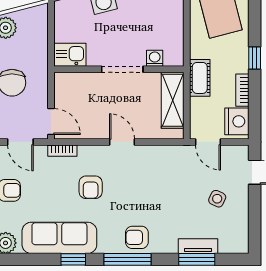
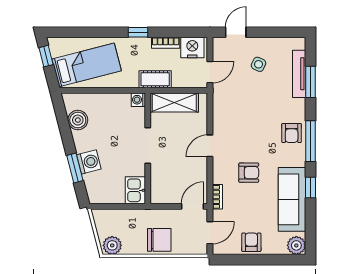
washing machine: (155, 58) -> (138, 100), moved
tv unit: (198, 246) -> (299, 74), width x1.41

